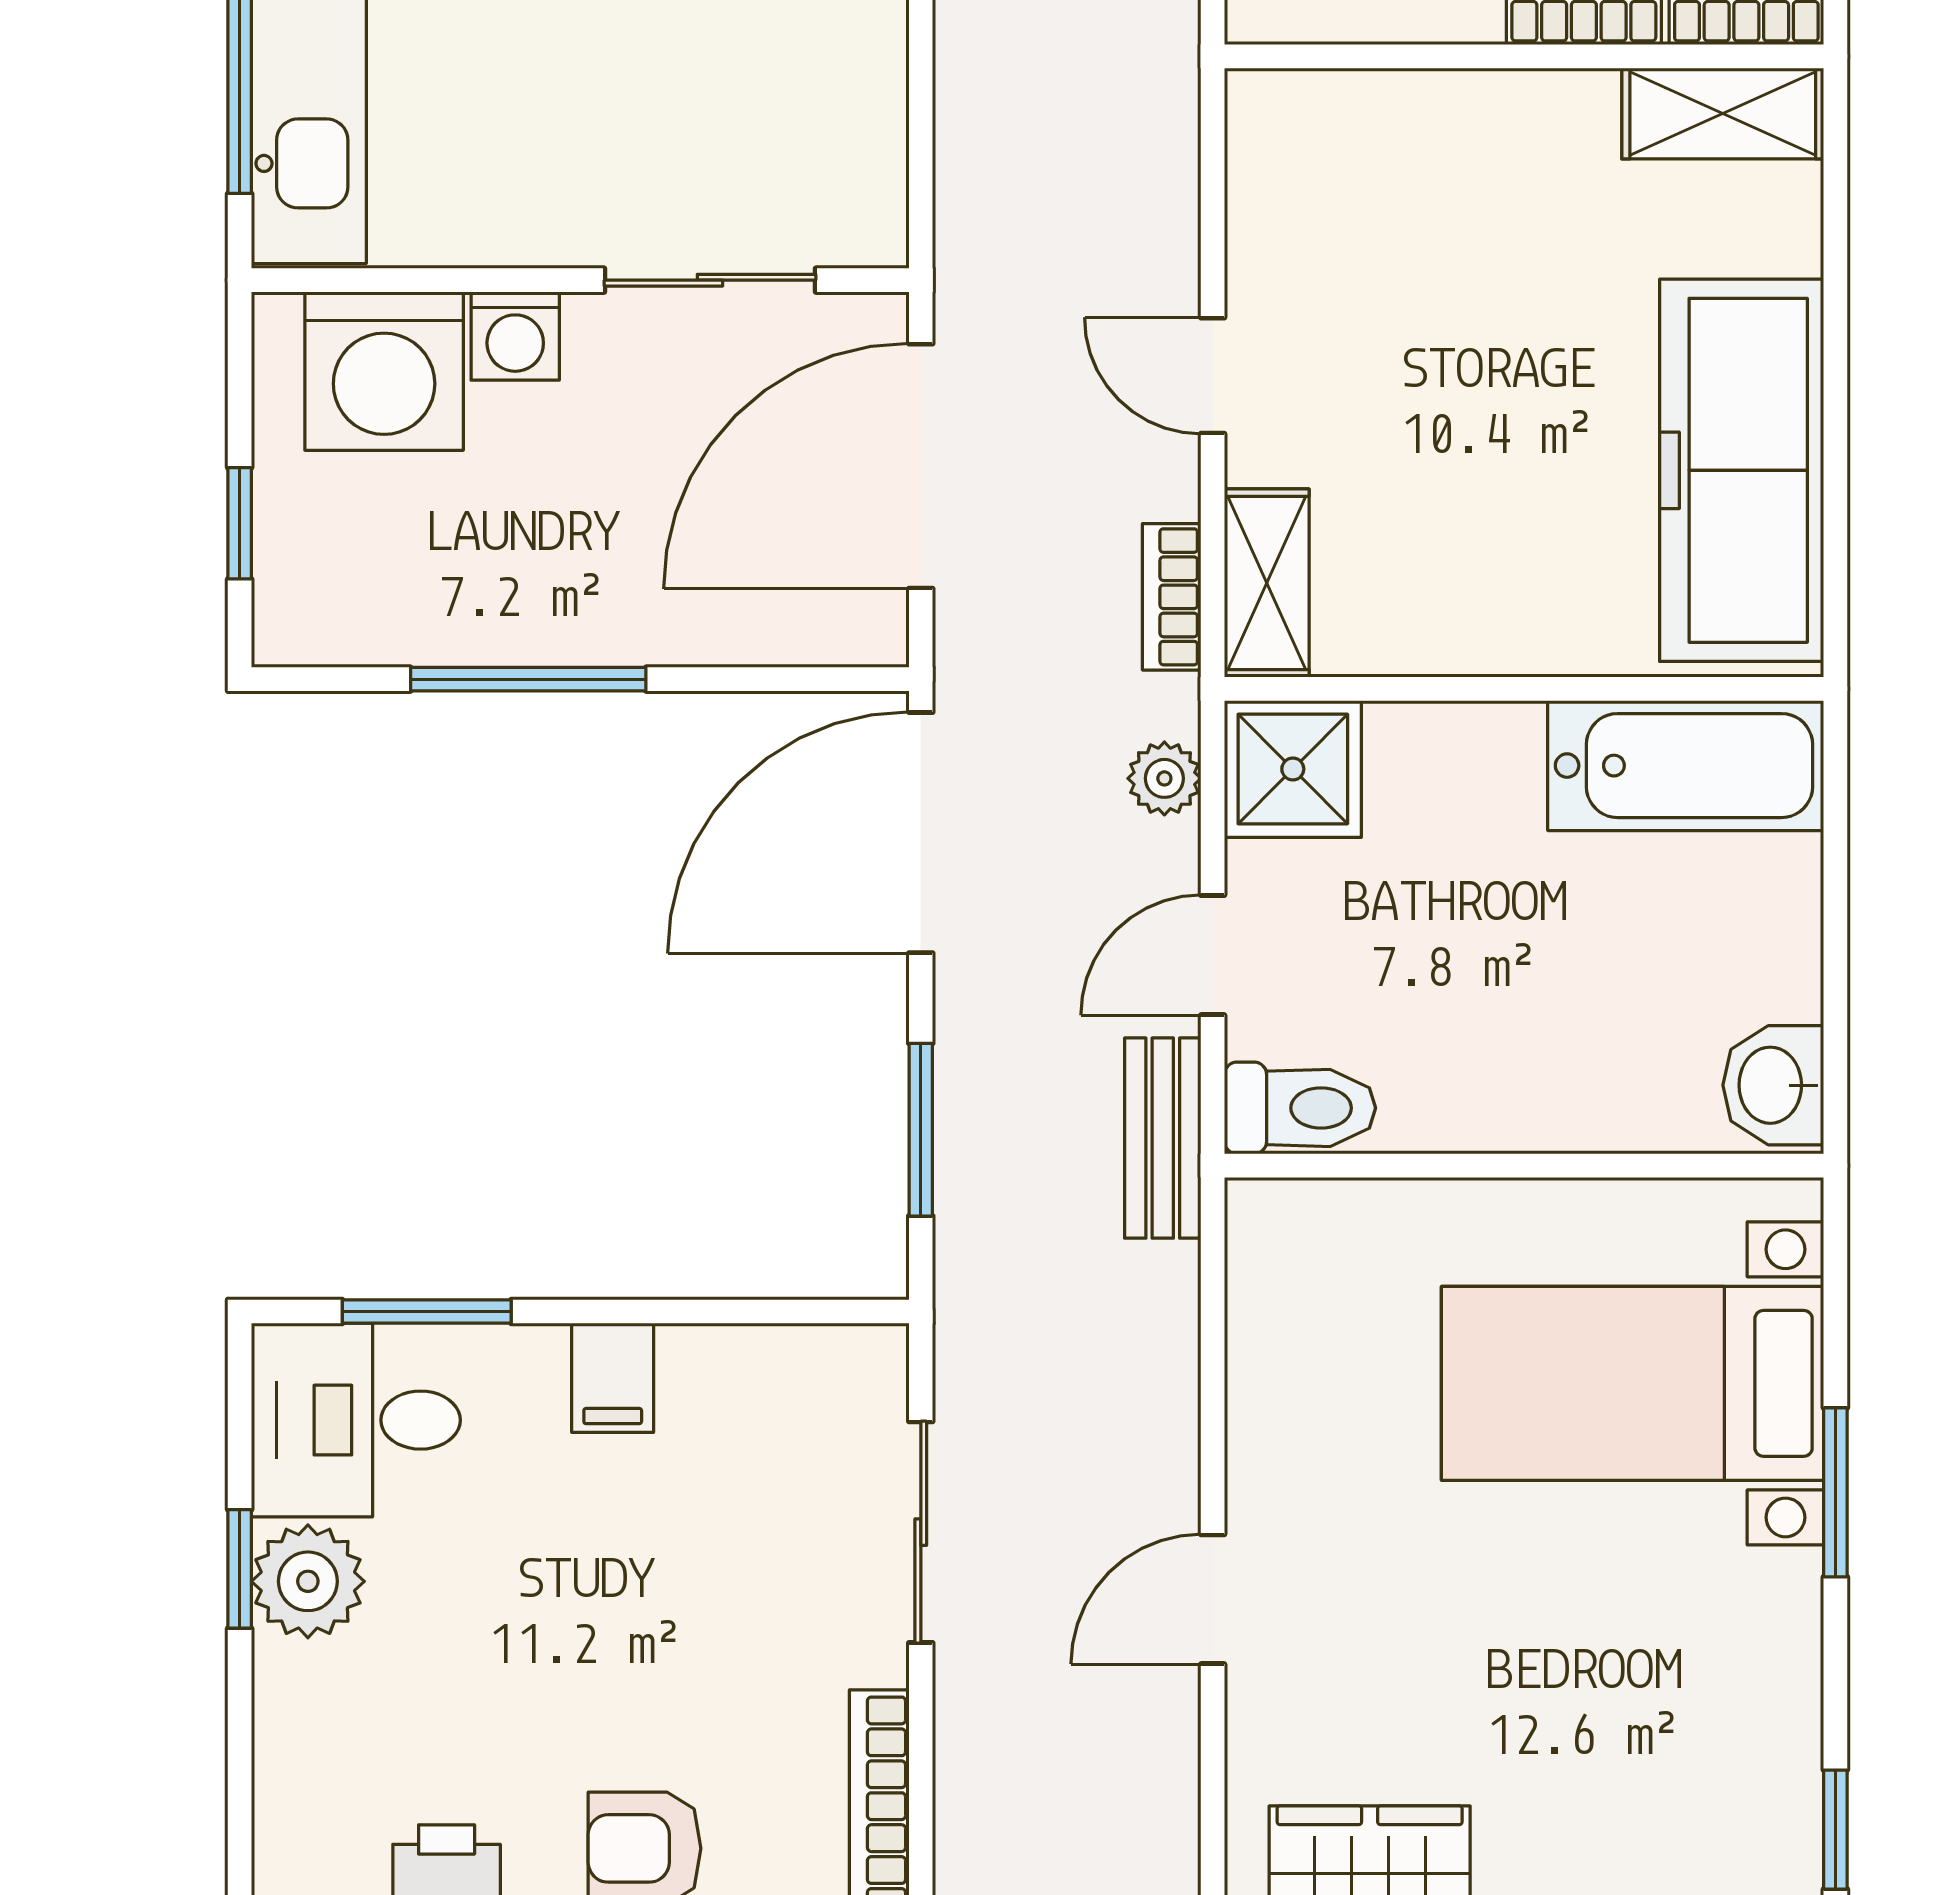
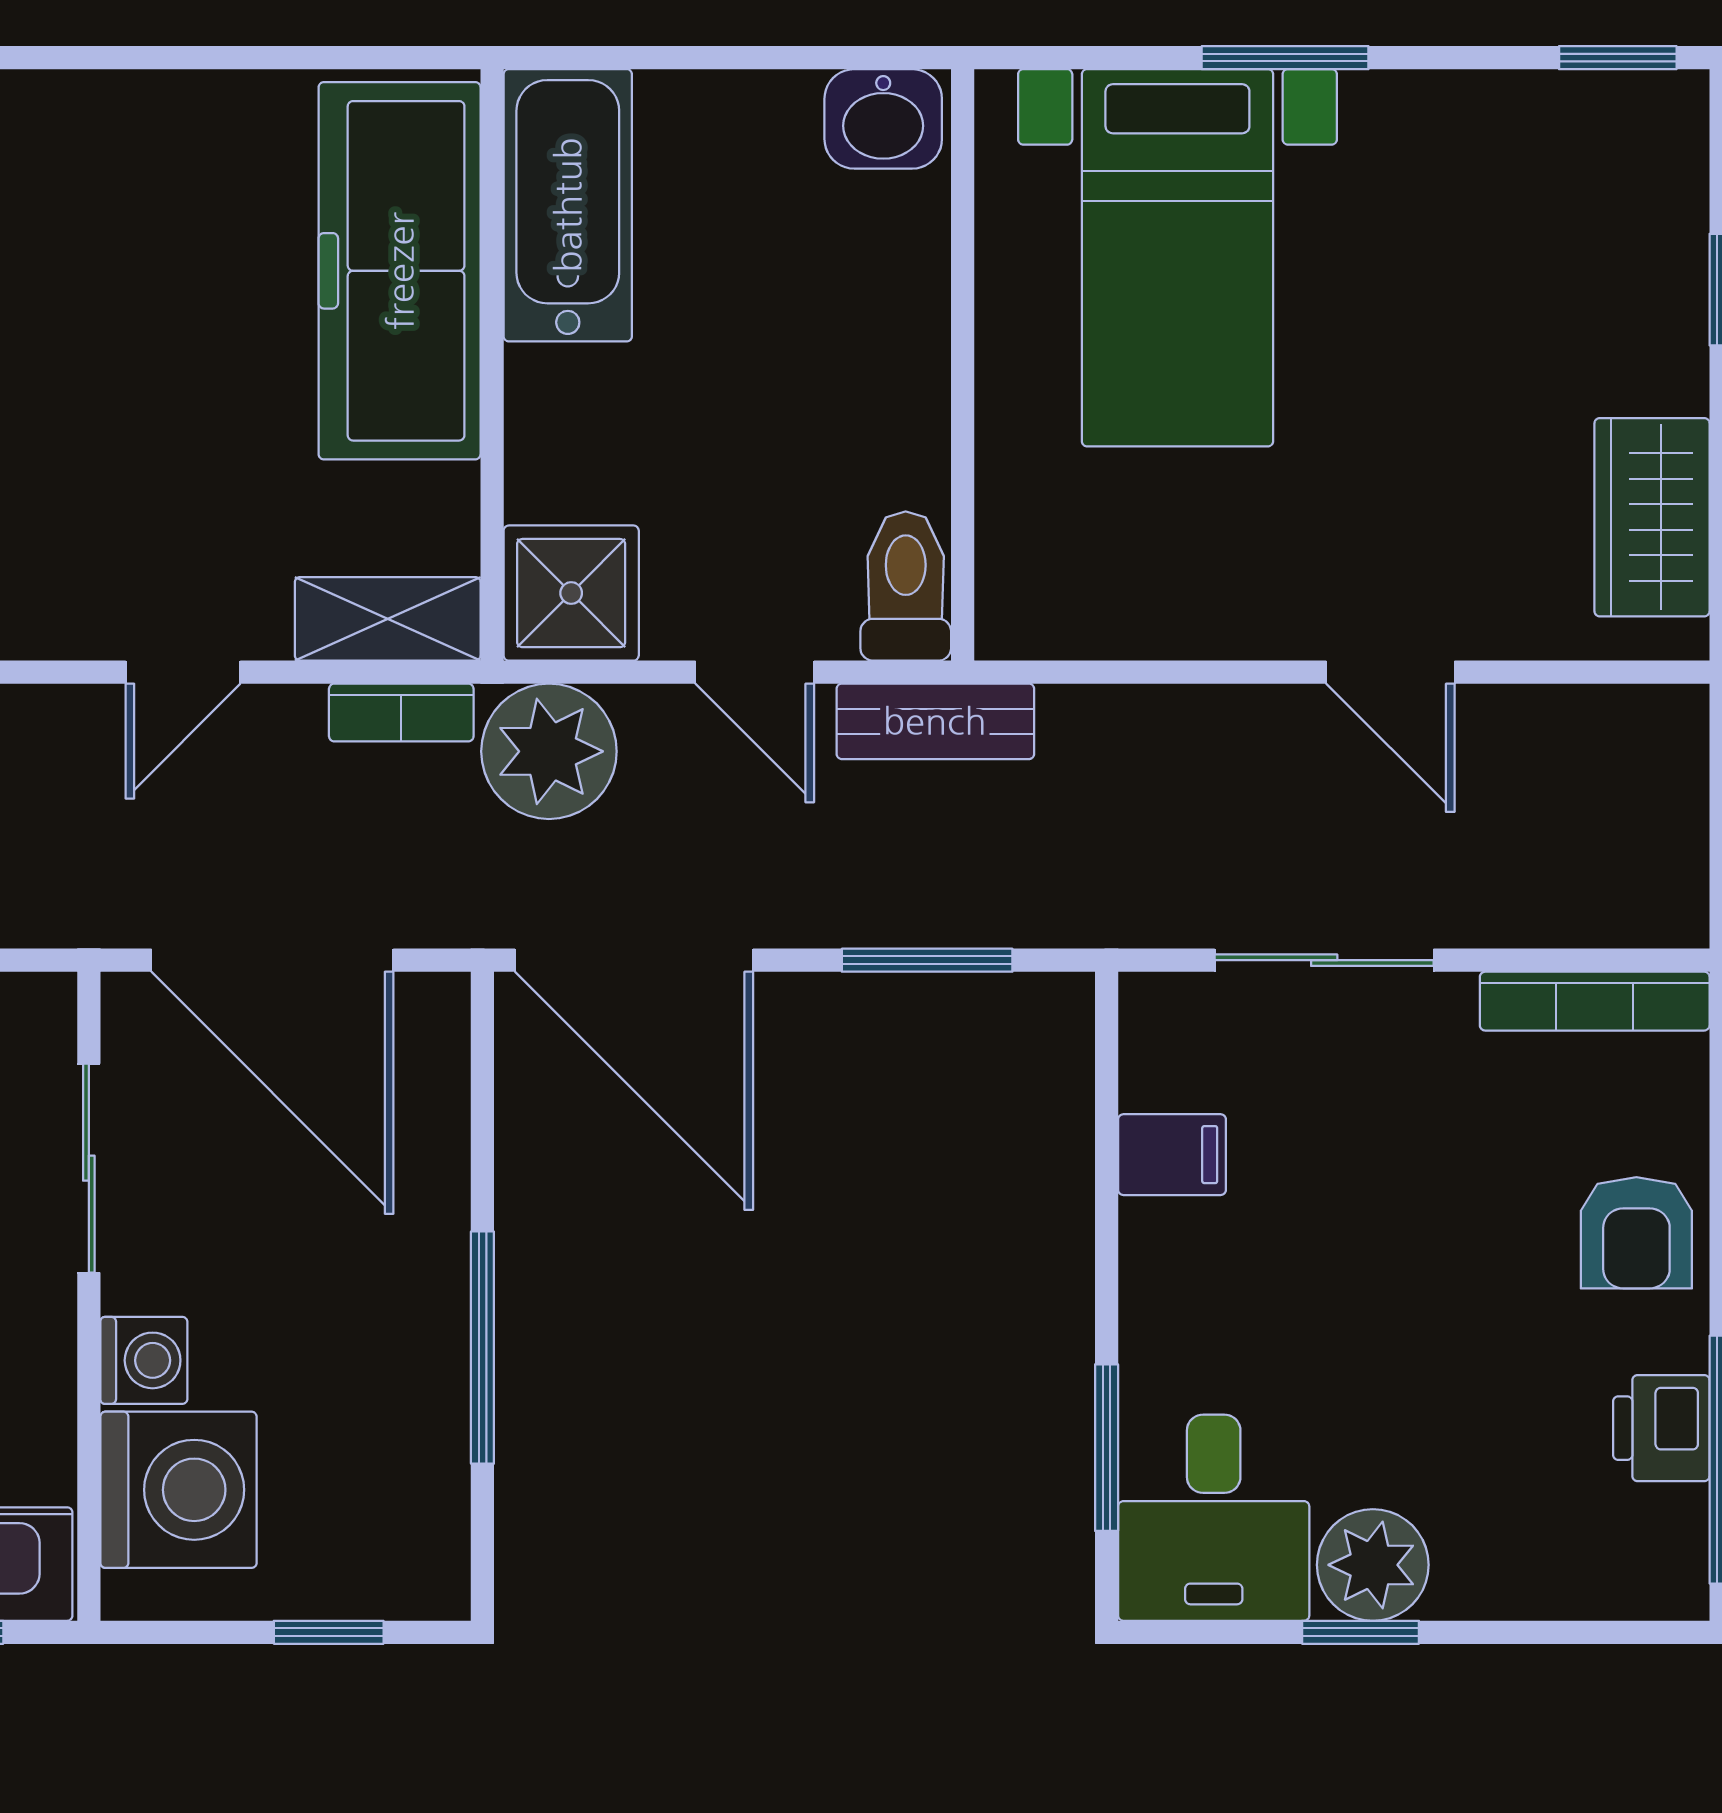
freezer: (1742, 470) -> (400, 271), moved, turned 90
plant: (1164, 778) -> (549, 751), width x1.87, depth x1.87
filing cabinet: (613, 1378) -> (1172, 1155), moved

